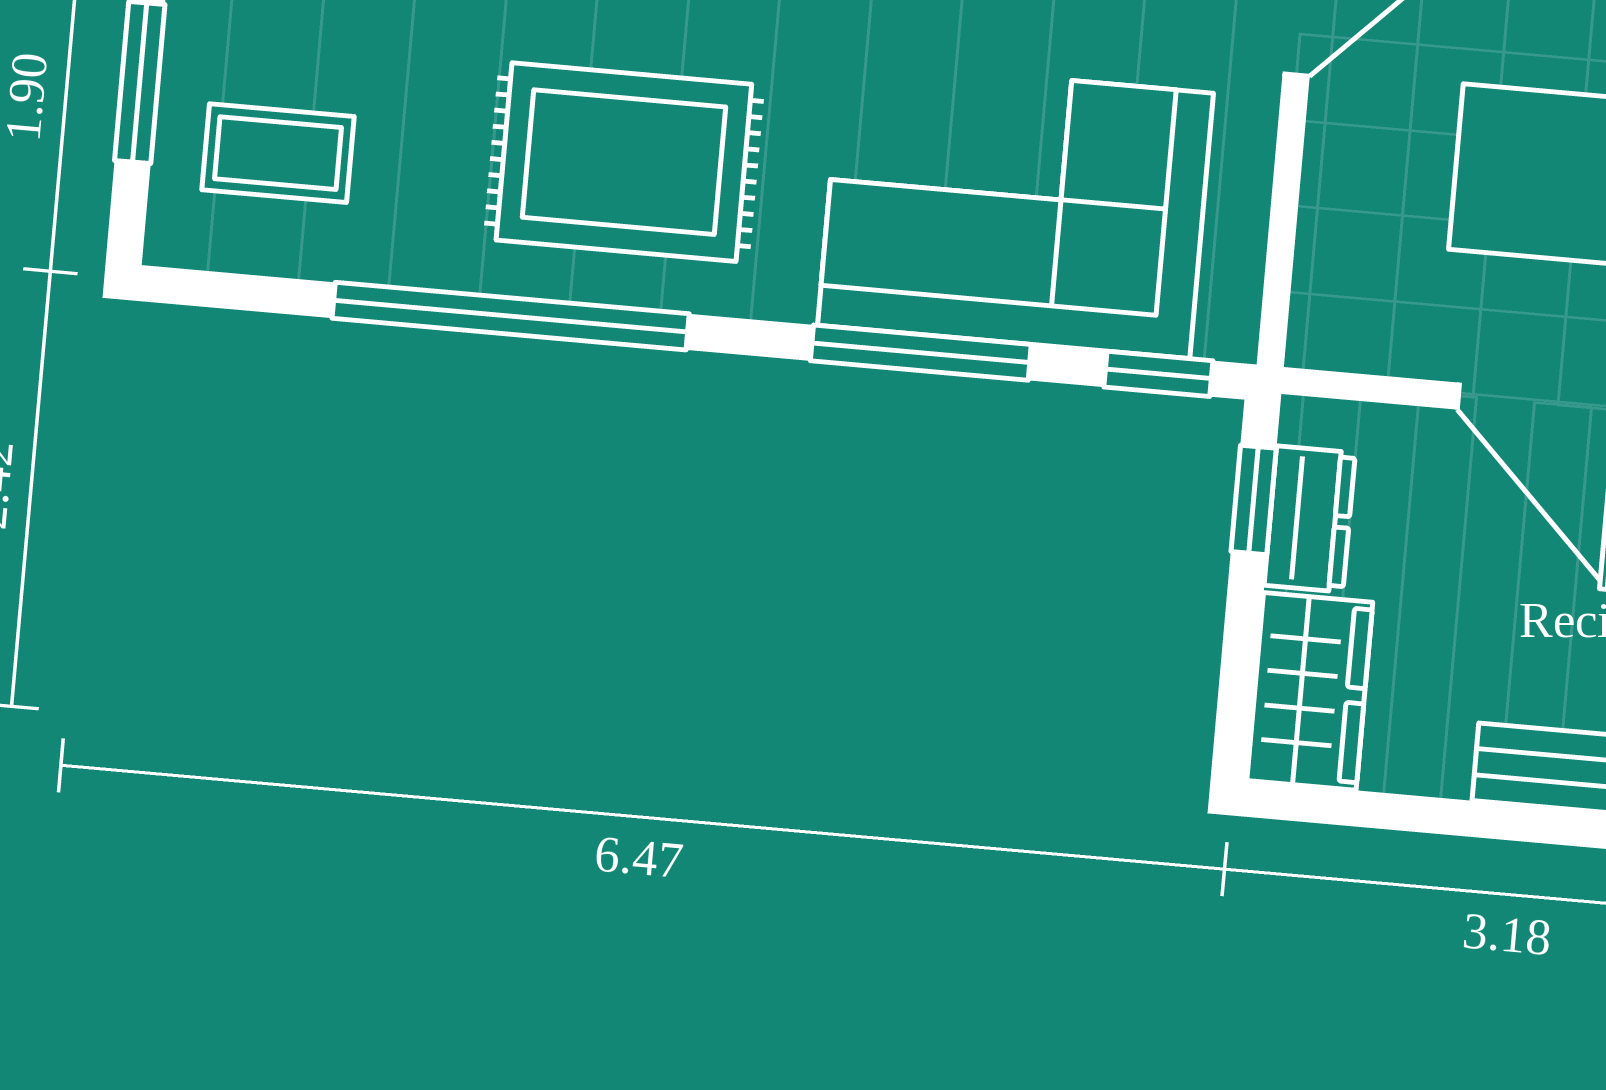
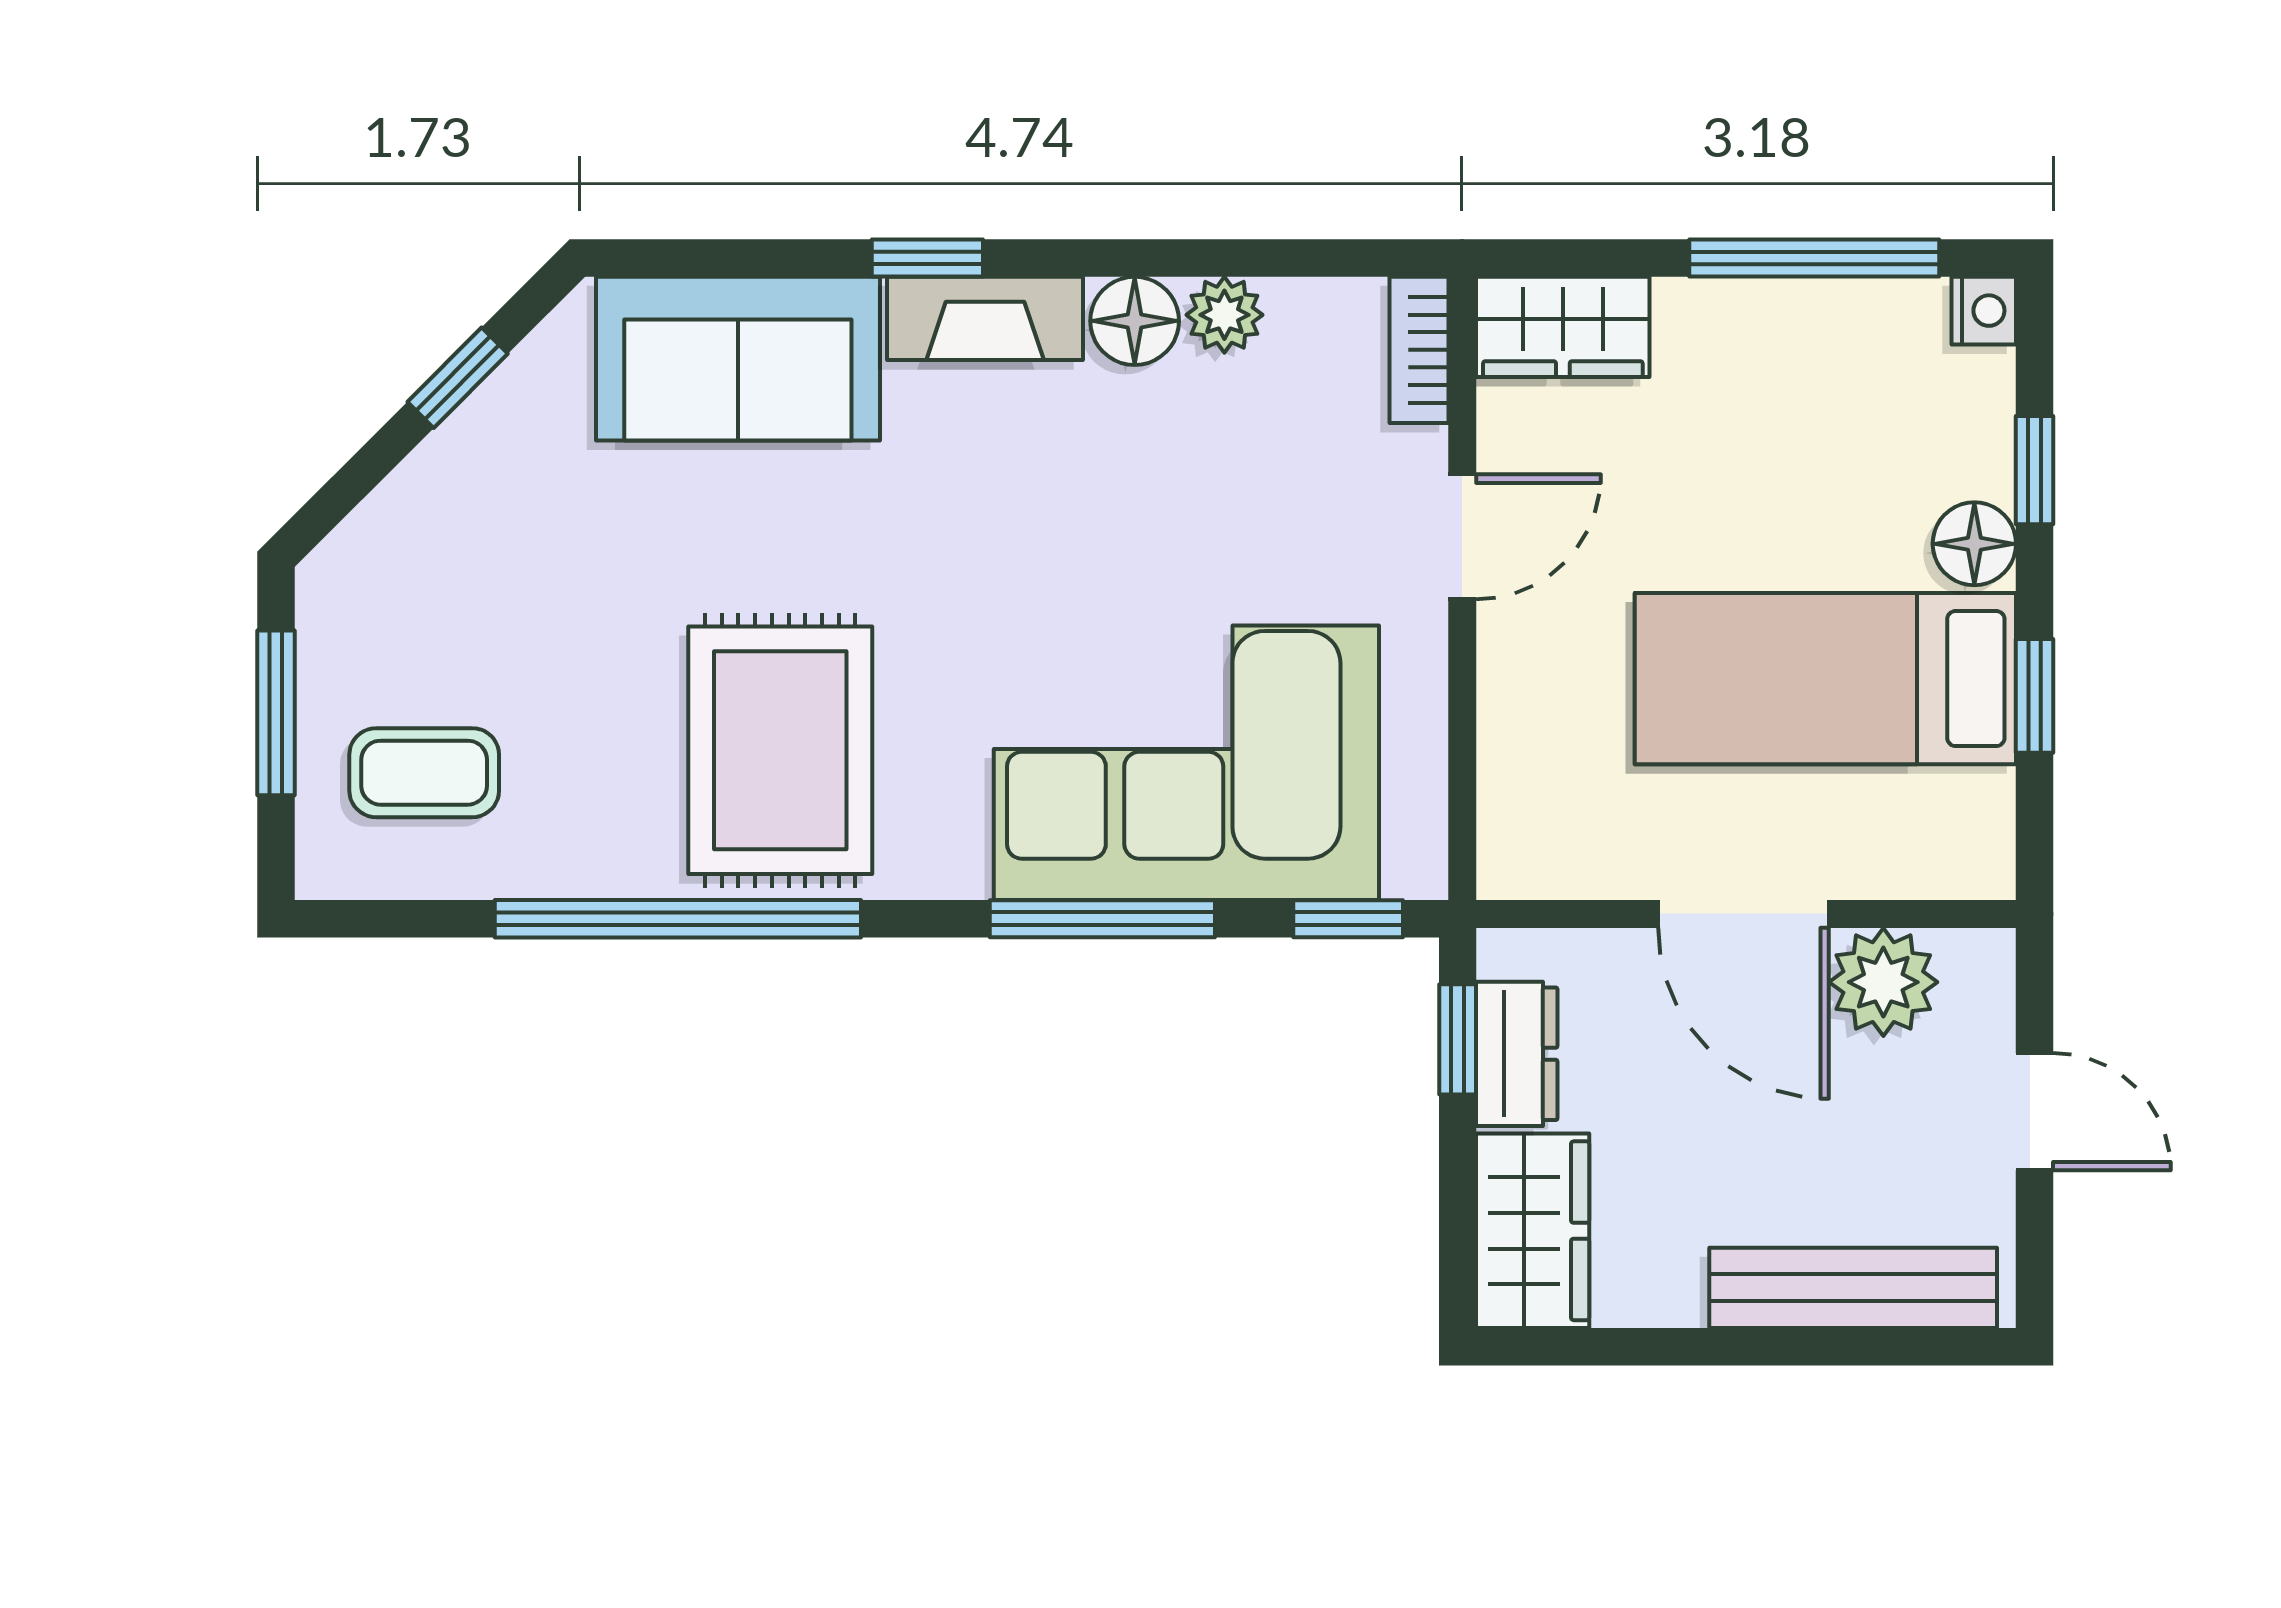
rug: (624, 162) -> (780, 750), turned 90

